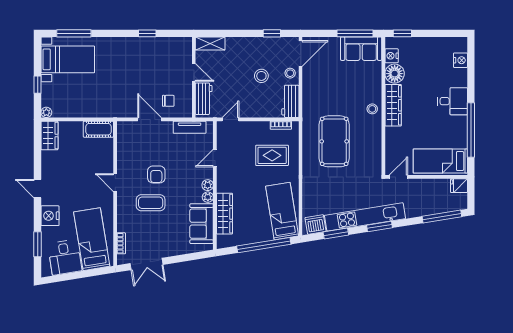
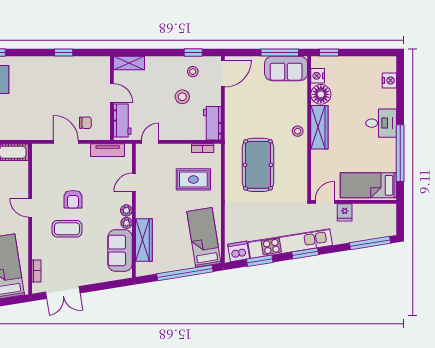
stool: (290, 73) -> (193, 72), moved
fridge: (459, 186) -> (345, 212), moved, turned -90

